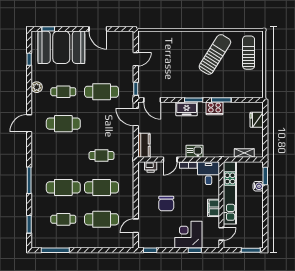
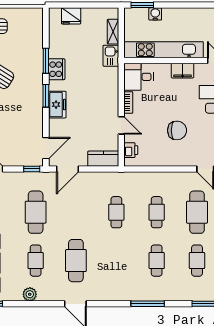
kitchen sink: (194, 151) -> (111, 56), moved
cafe table: (63, 187) -> (157, 261), width x0.73, depth x0.74
cafe table: (102, 187) -> (157, 212), width x0.73, depth x0.74

